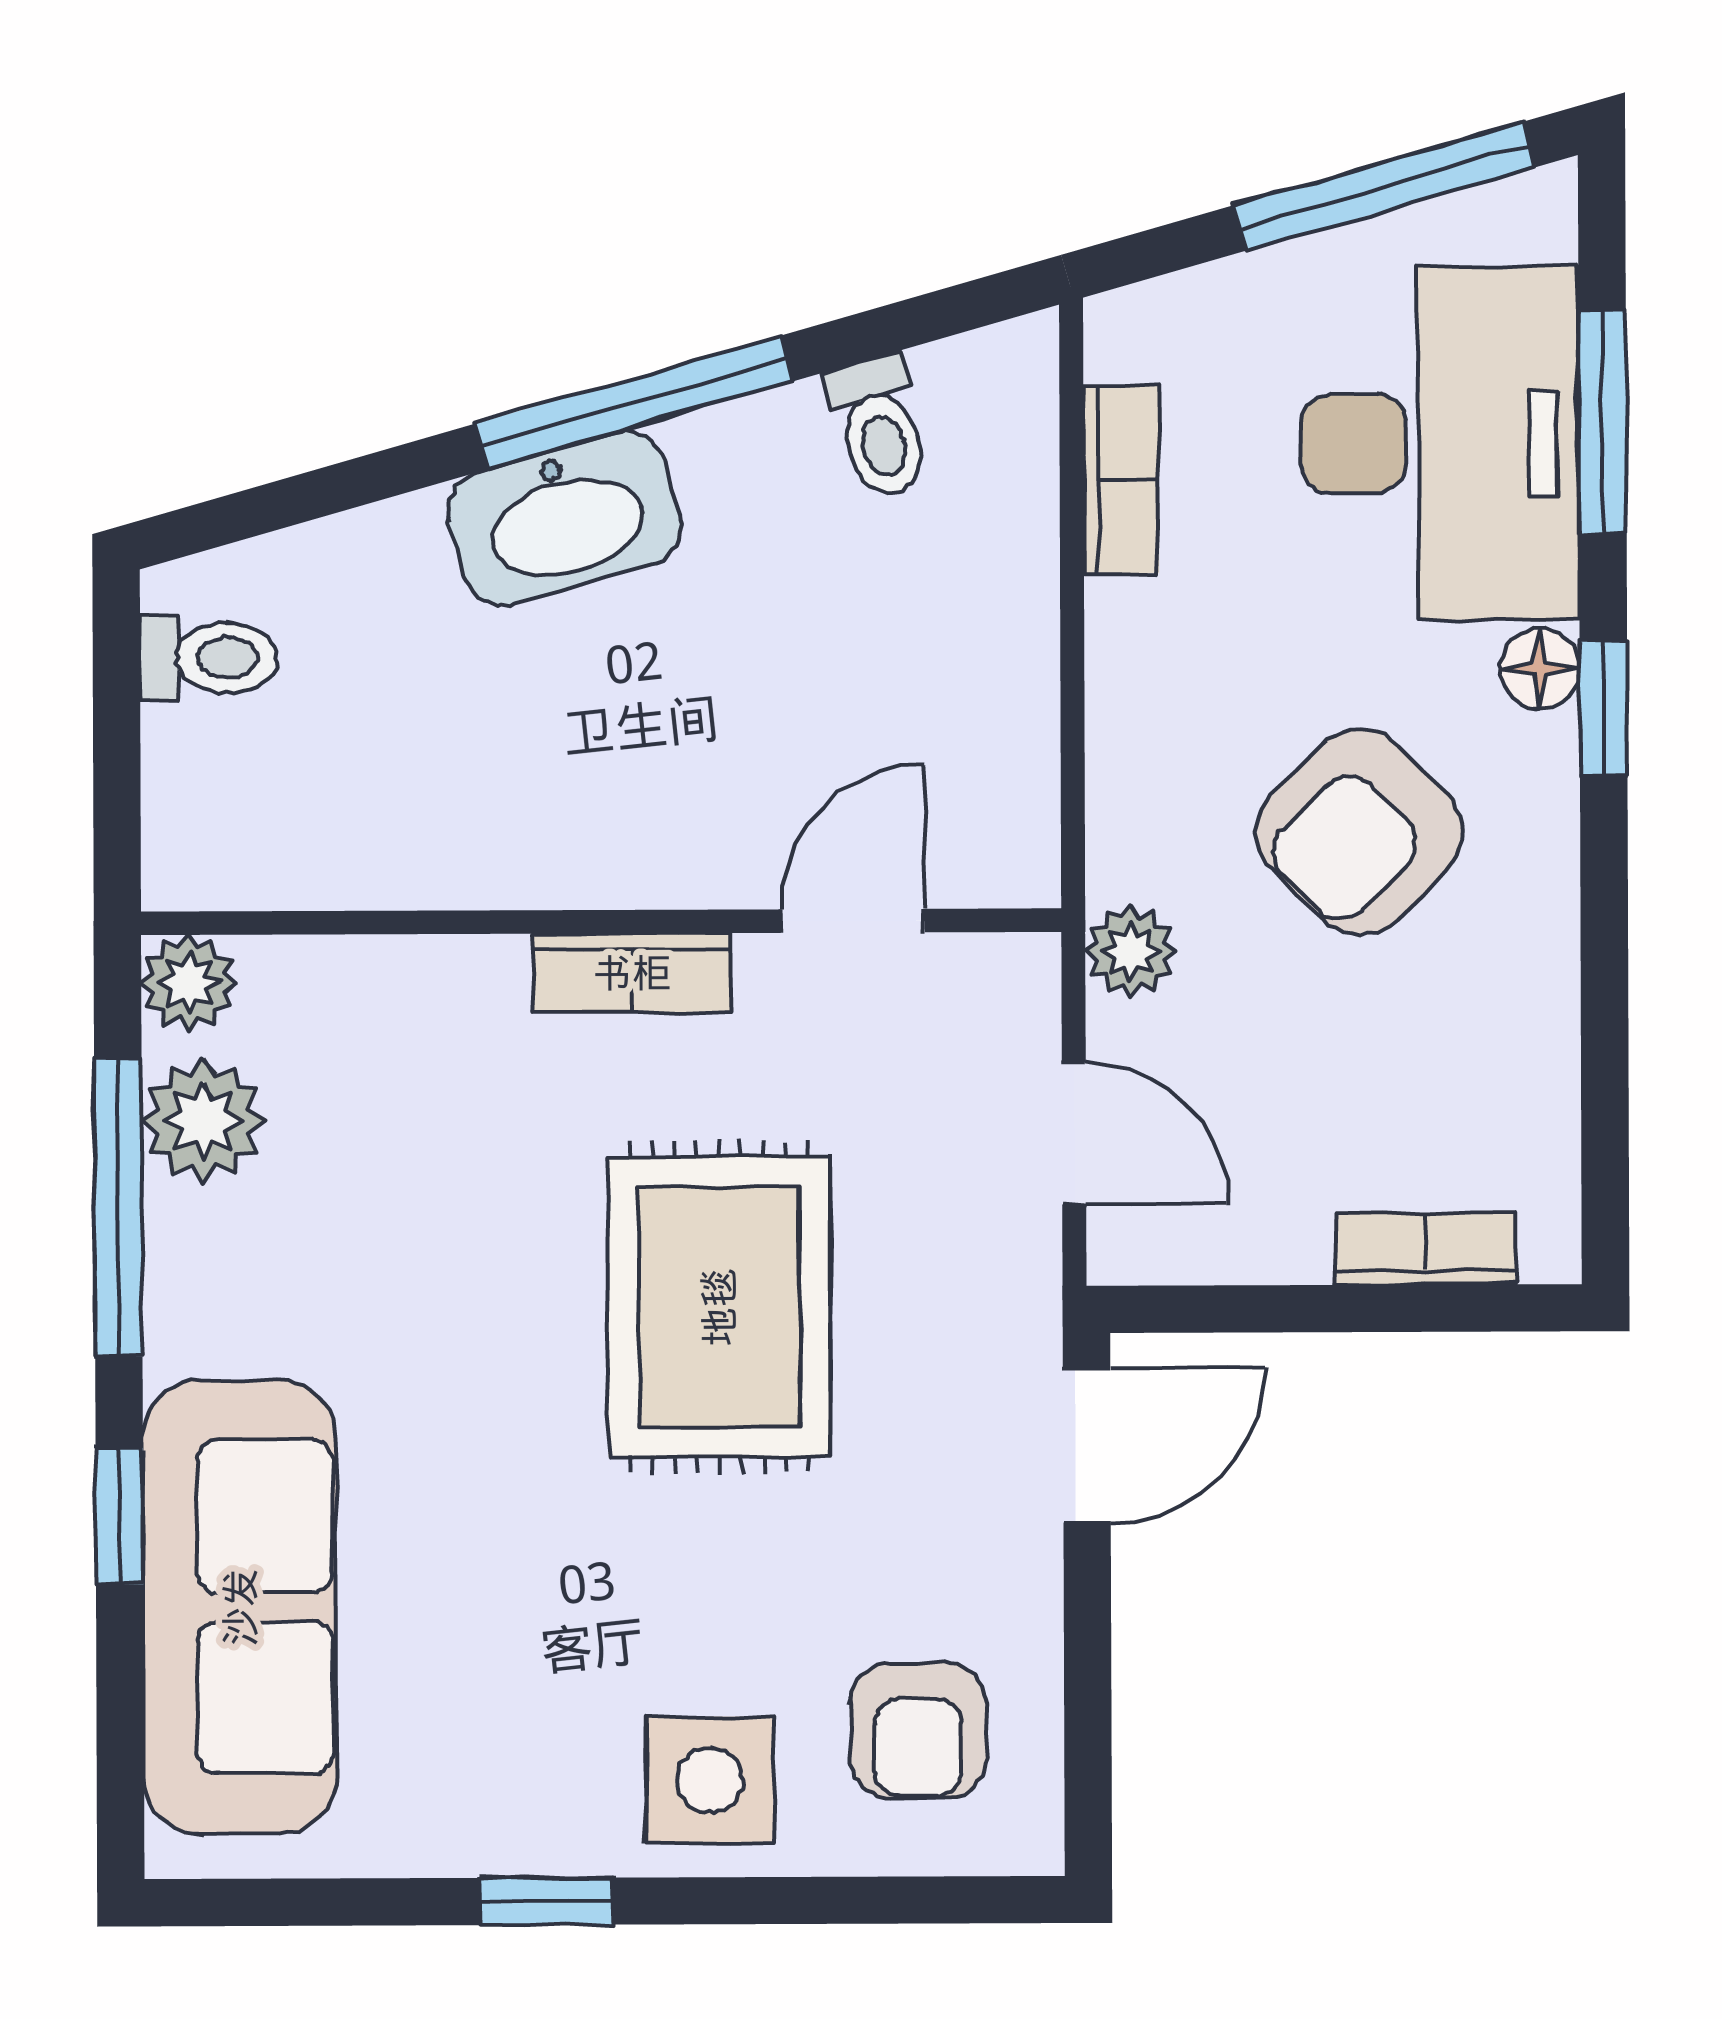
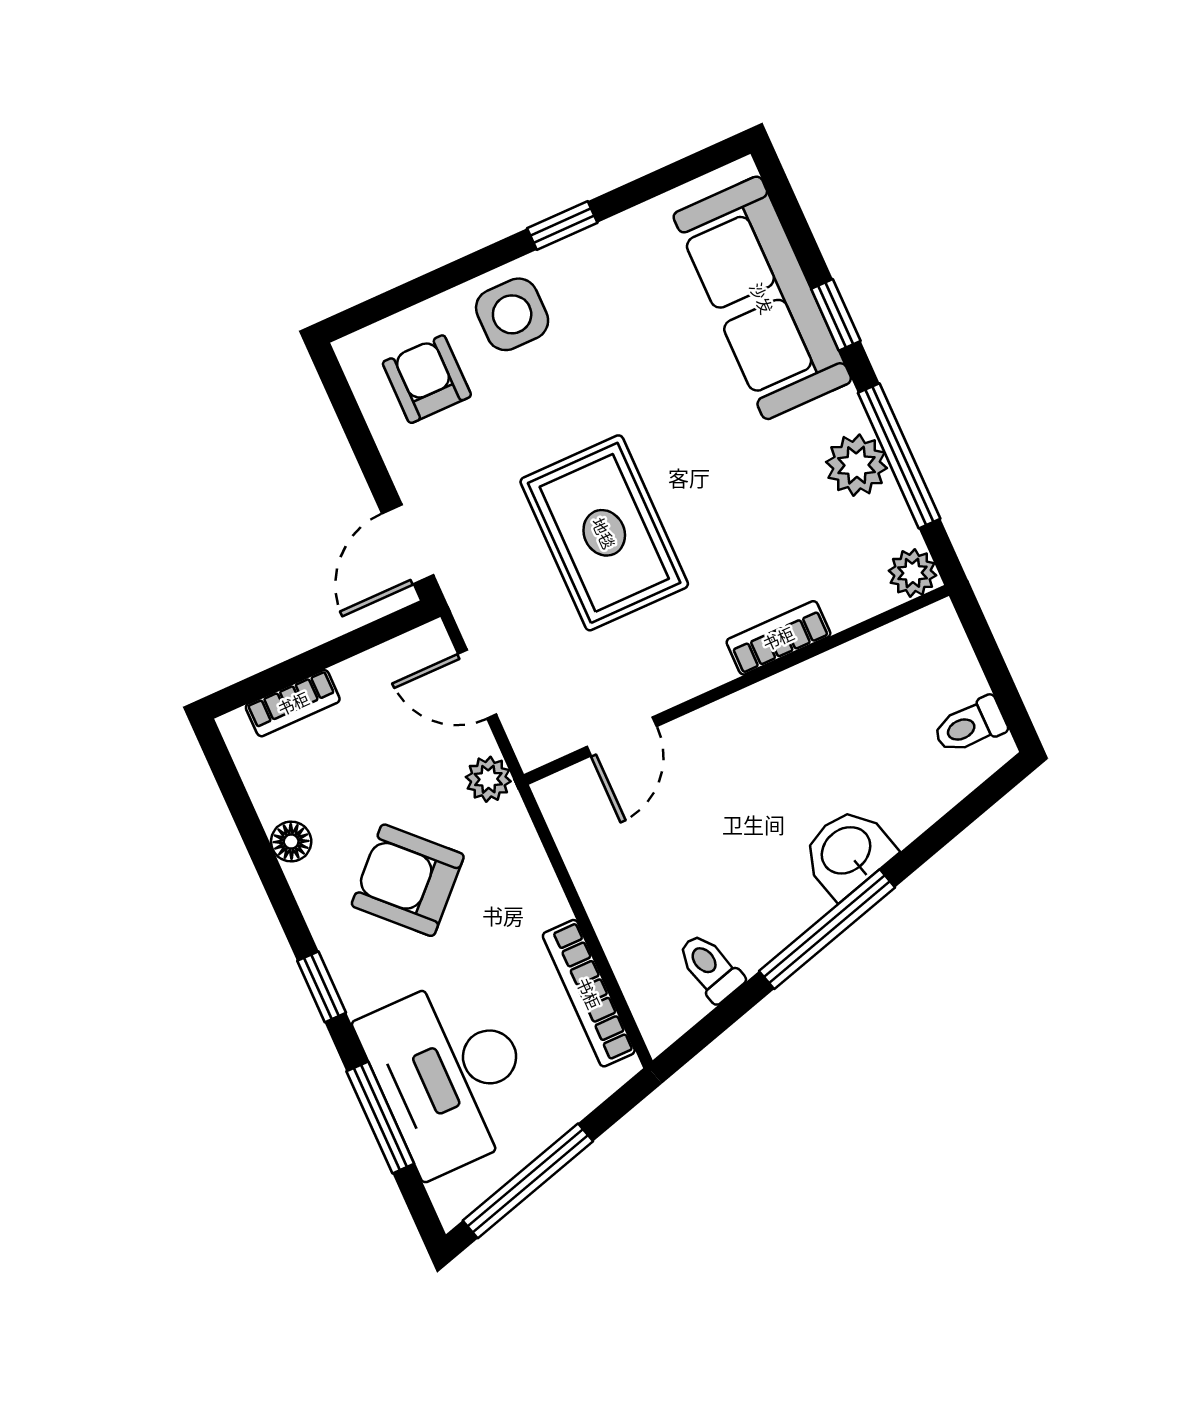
bookcase: (1121, 479) -> (589, 993), width x1.56
washbasin: (565, 518) -> (847, 852), width x0.72
floor lamp: (1540, 669) -> (291, 842), moved
armchair: (1360, 832) -> (408, 880), turned -90
bookcase: (632, 973) -> (778, 638), moved
plant: (203, 1121) -> (856, 465), moved

